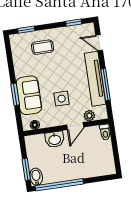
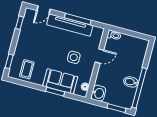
coffee table: (43, 47) -> (27, 69), moved
plant: (89, 116) -> (96, 42), removed
door: (75, 126) -> (99, 56), hinge flipped
washbasin: (55, 139) -> (98, 93), moved
bidet: (36, 177) -> (131, 82), moved

